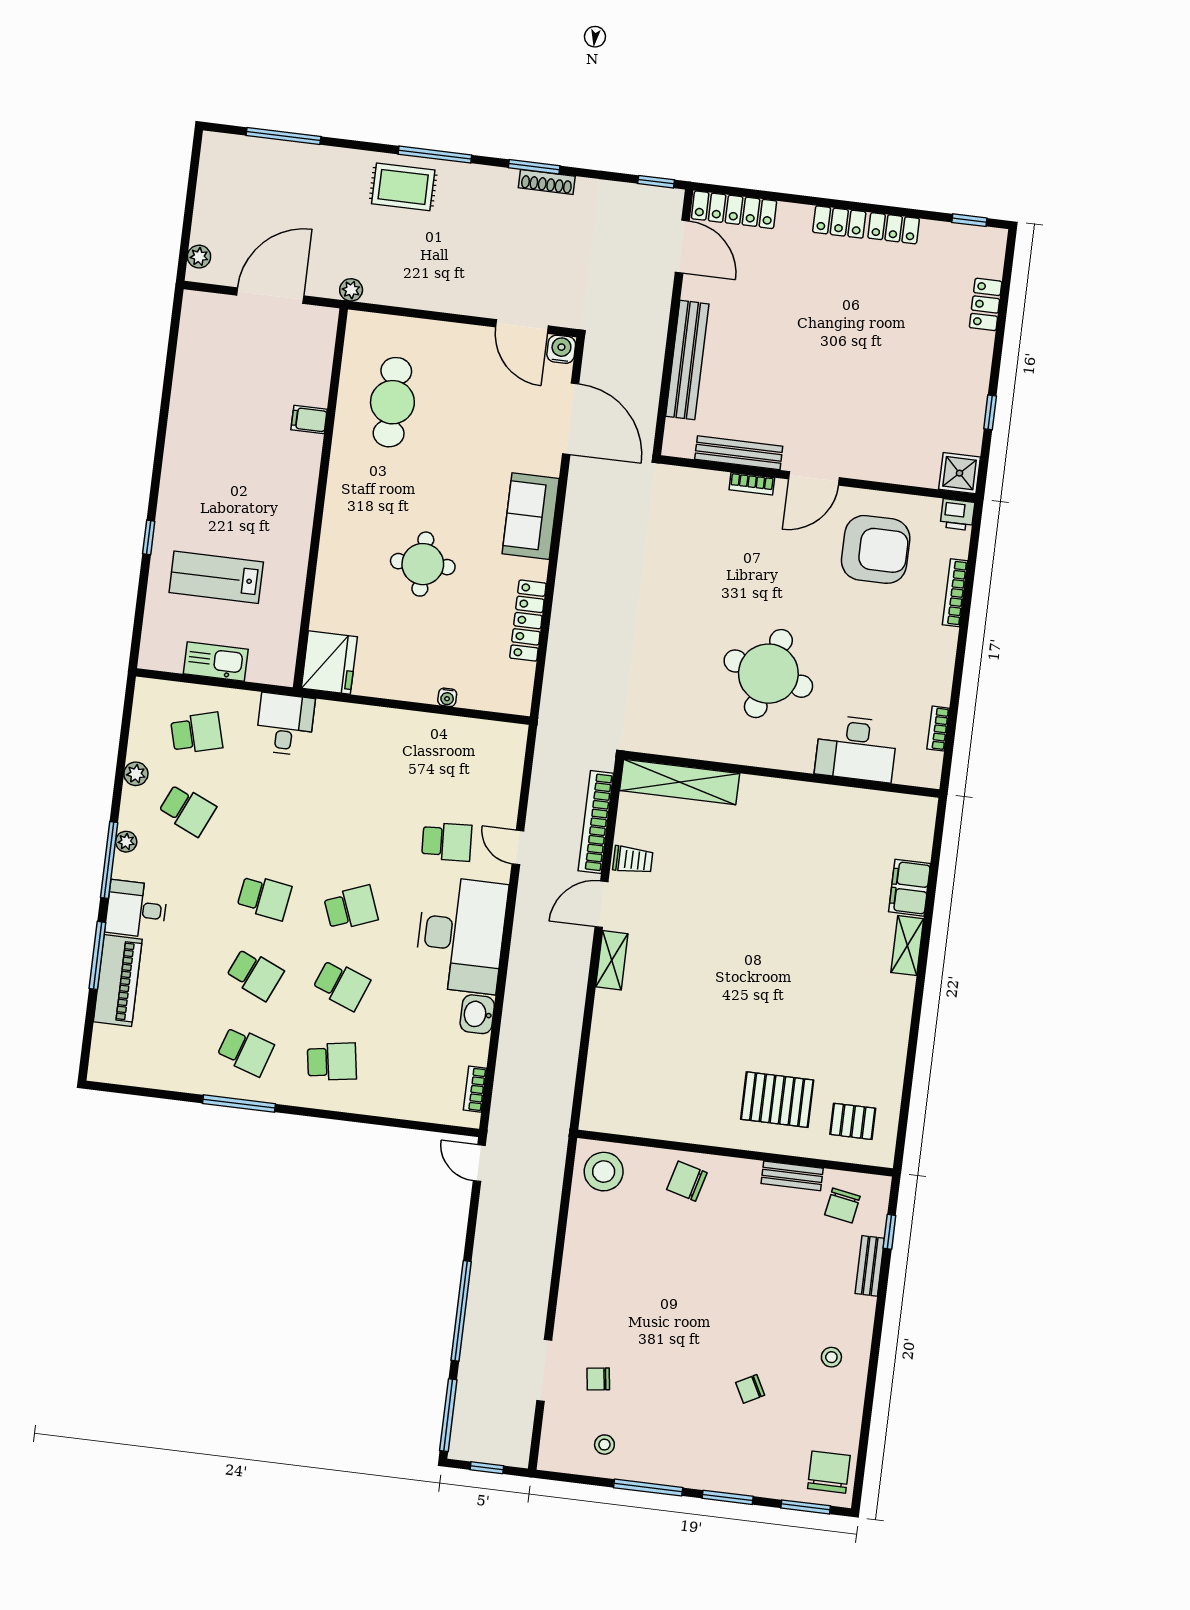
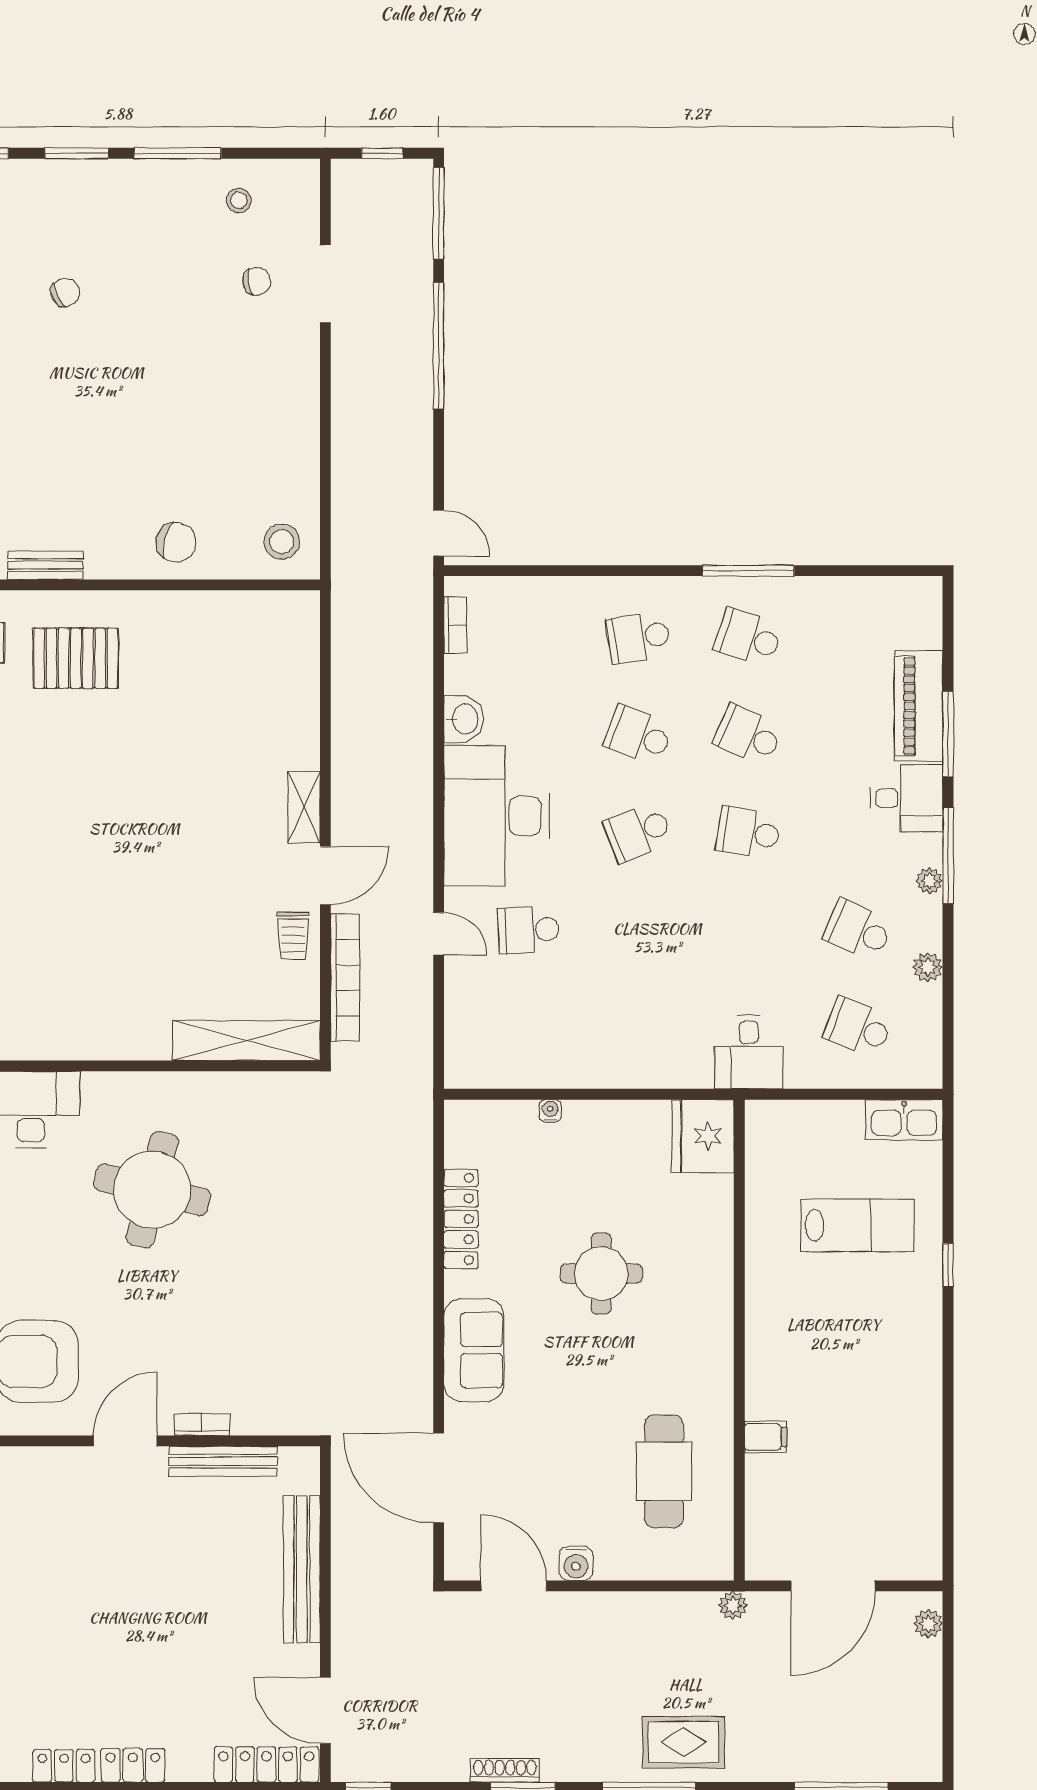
water cooler: (561, 349) -> (576, 1563), moved
kitchen sink: (216, 662) -> (904, 1120), moved
school desk: (197, 733) -> (858, 1027), turned 36
trolley: (633, 860) -> (293, 936), turned -90
stool: (604, 1172) -> (282, 542), width x0.73, depth x0.73

